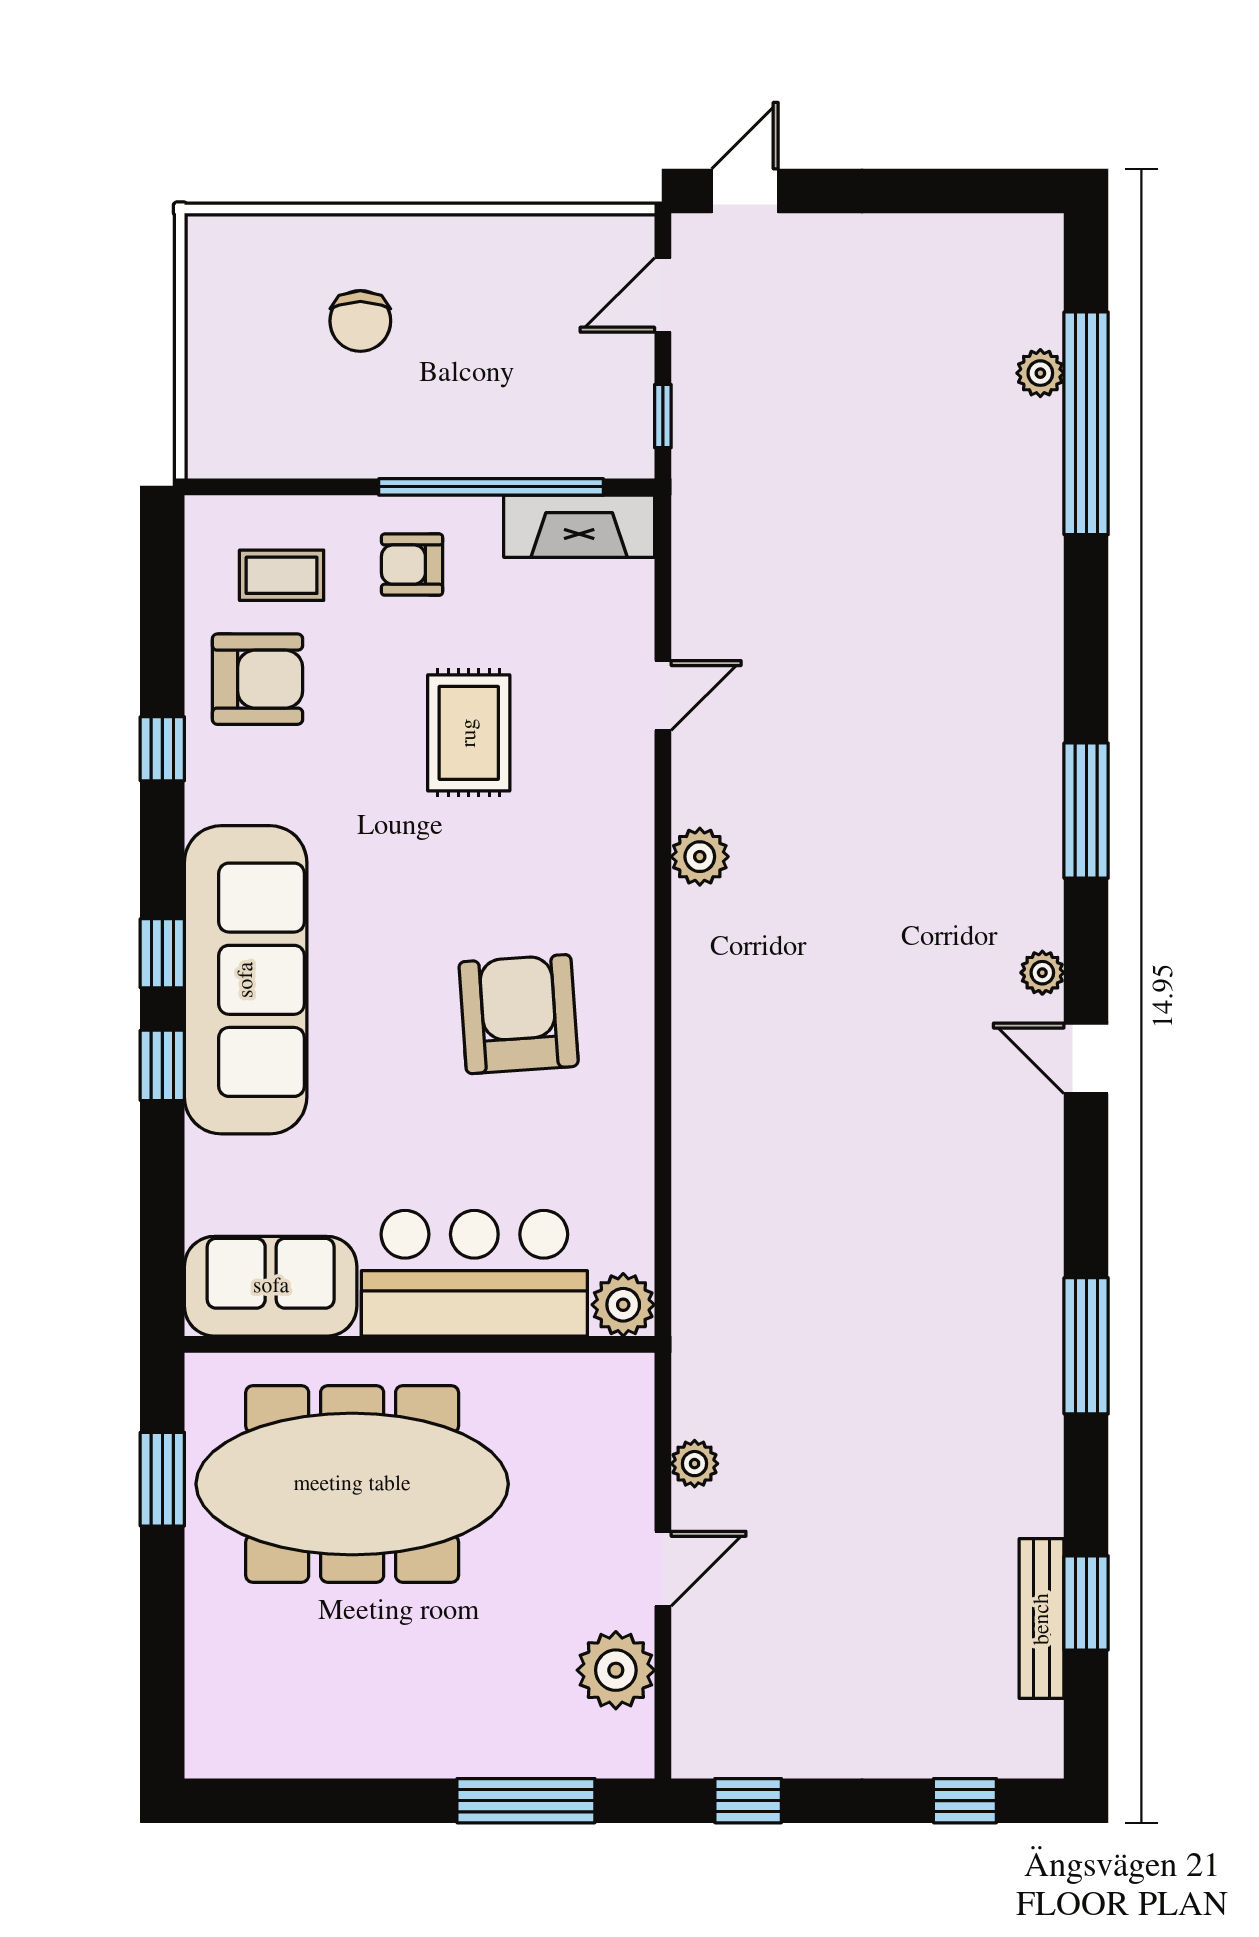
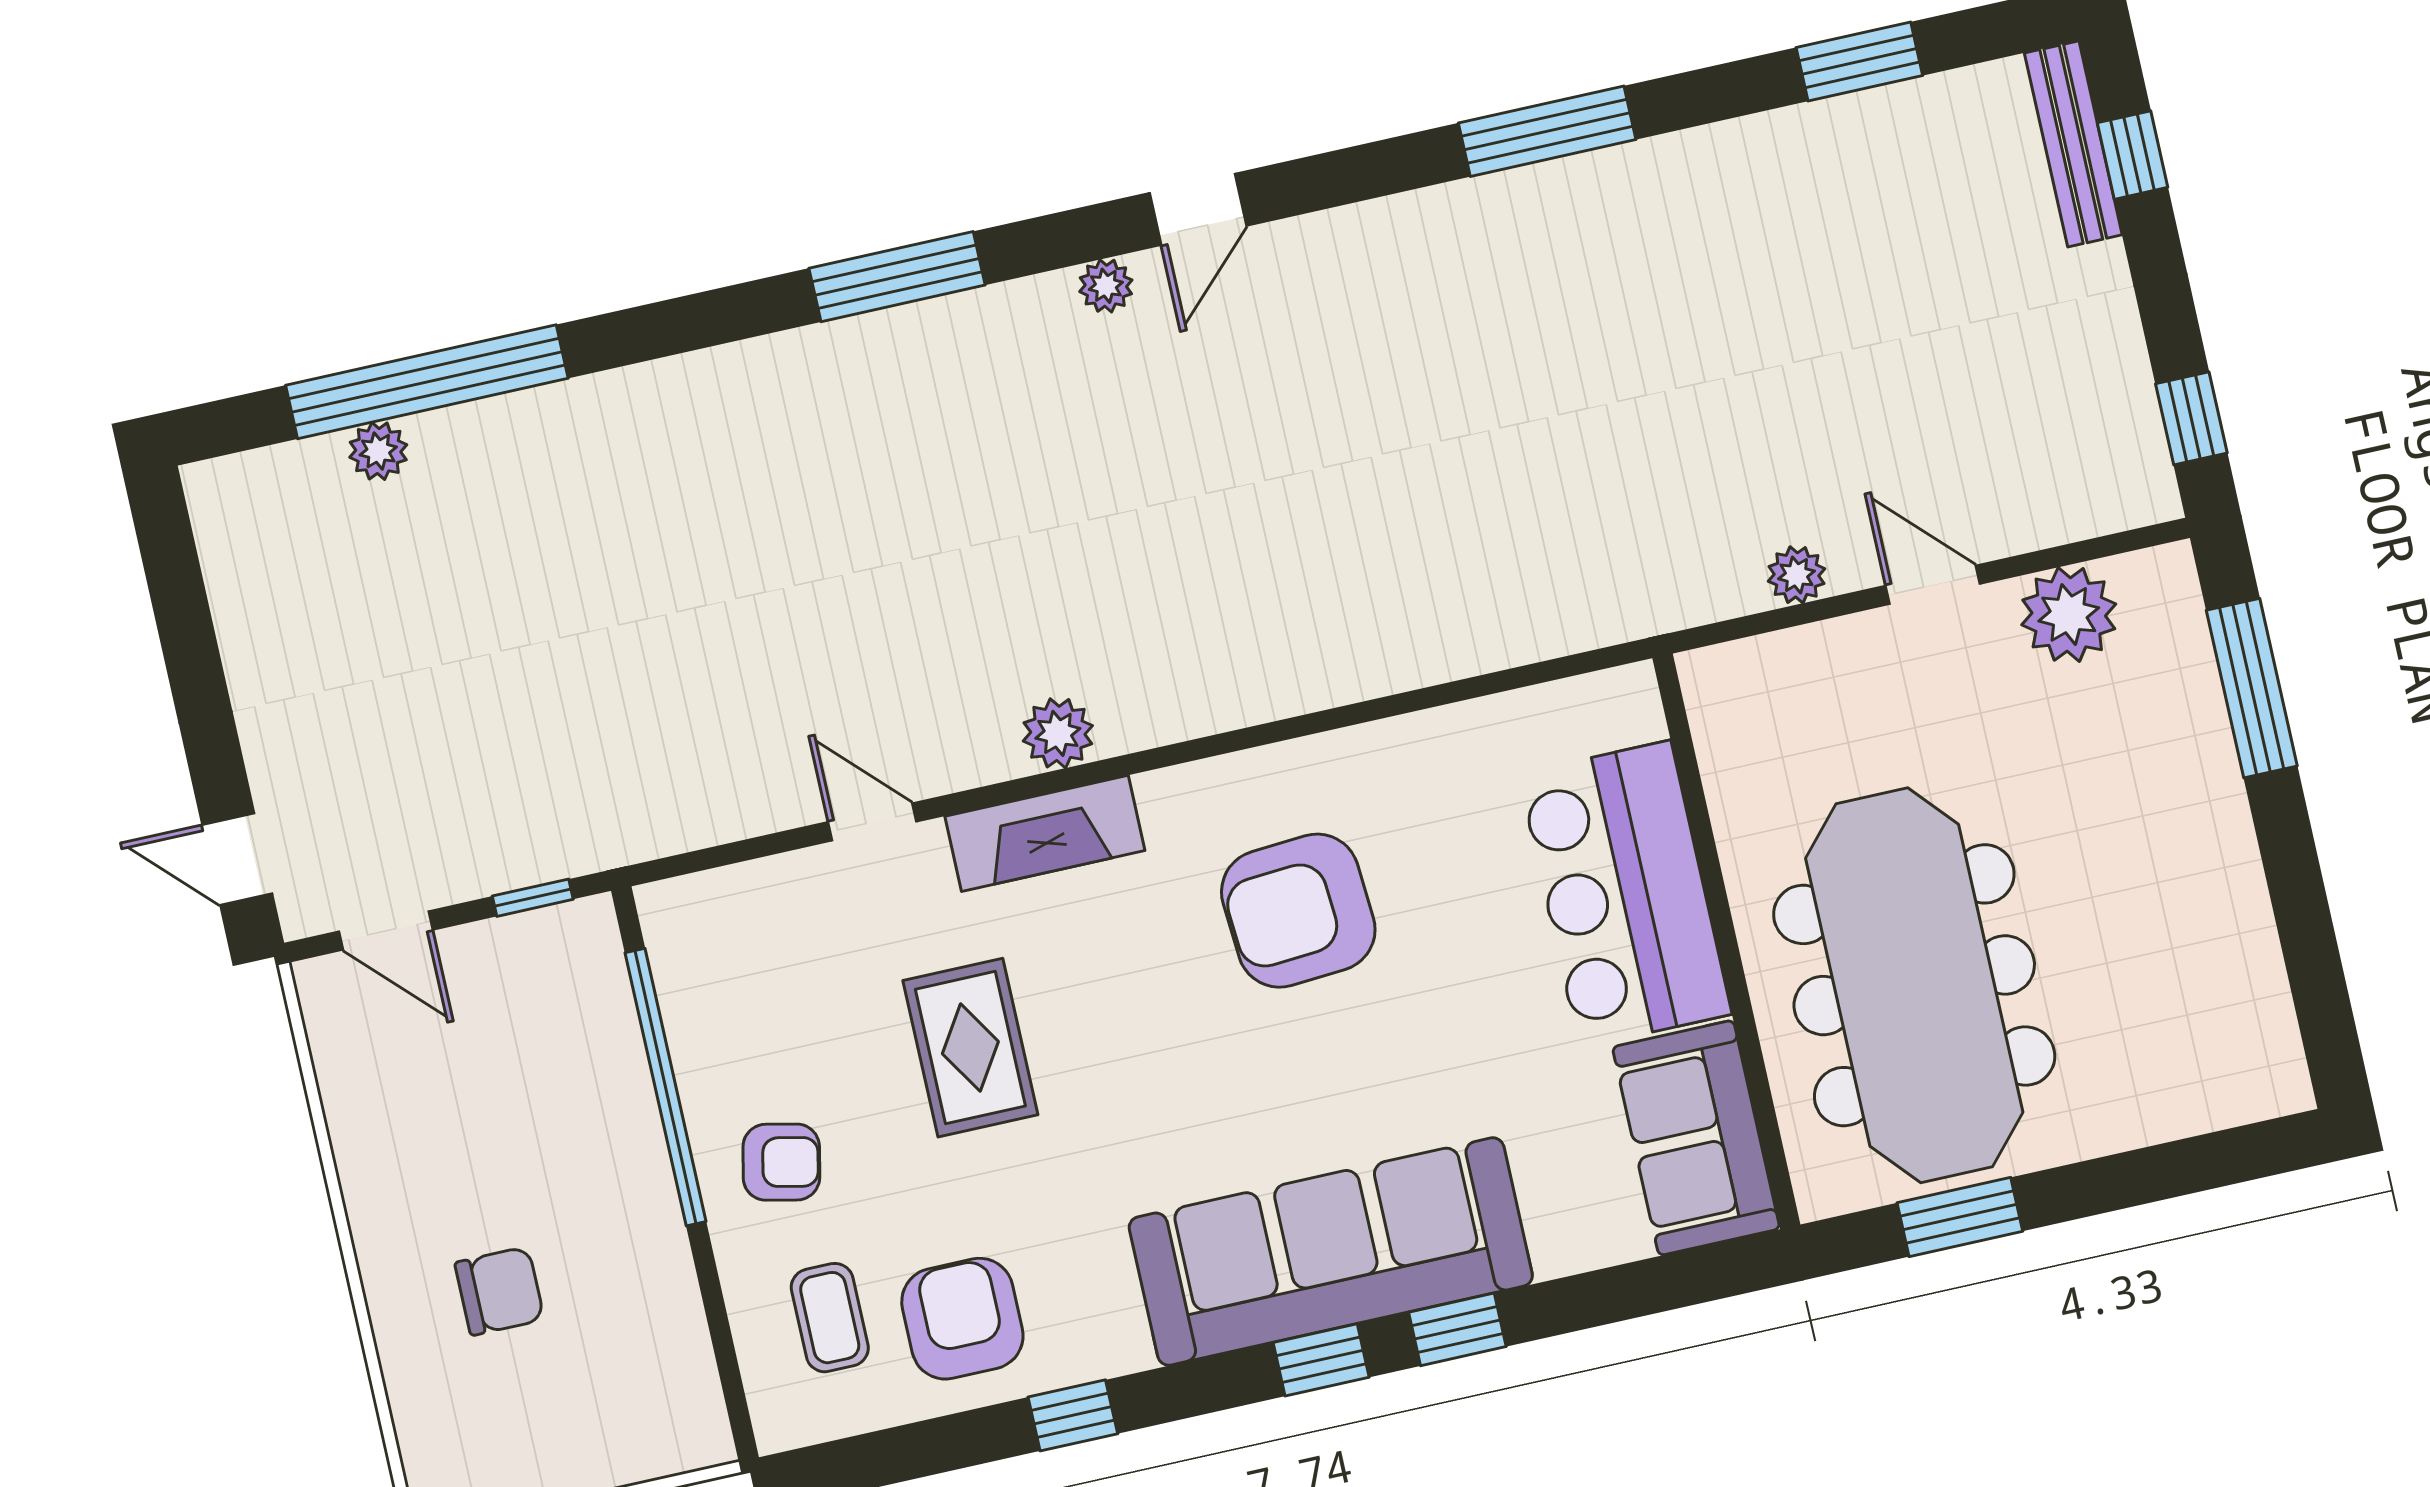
fireplace: (579, 526) -> (1045, 833), moved, turned 90
armchair: (412, 565) -> (781, 1162), turned -78
rug: (469, 733) -> (970, 1048), turned 90
plant: (623, 1305) -> (1623, 705), removed
bench: (1042, 1619) -> (2073, 144), moved, turned 90

